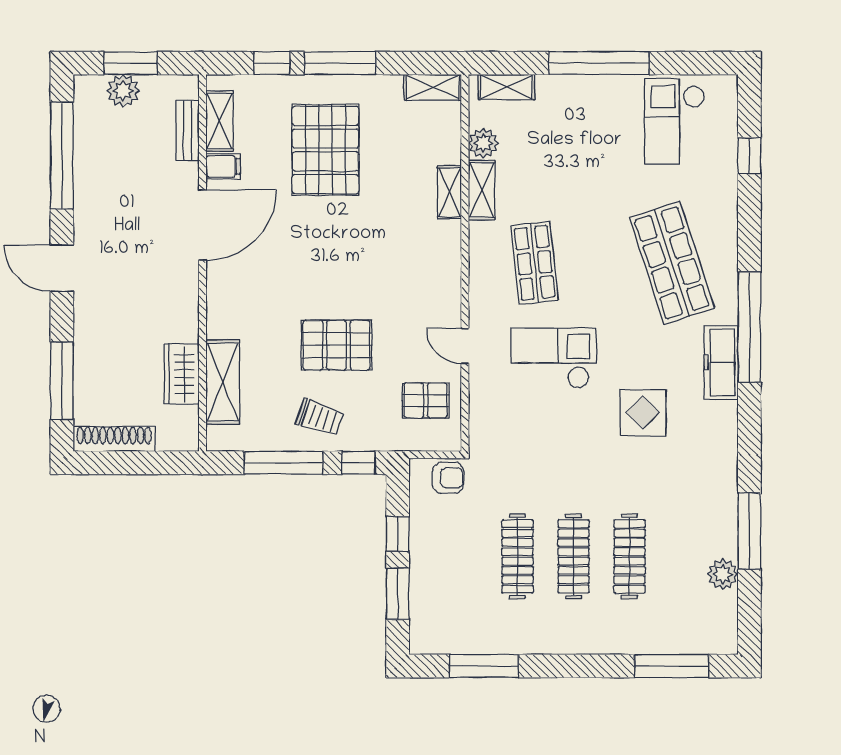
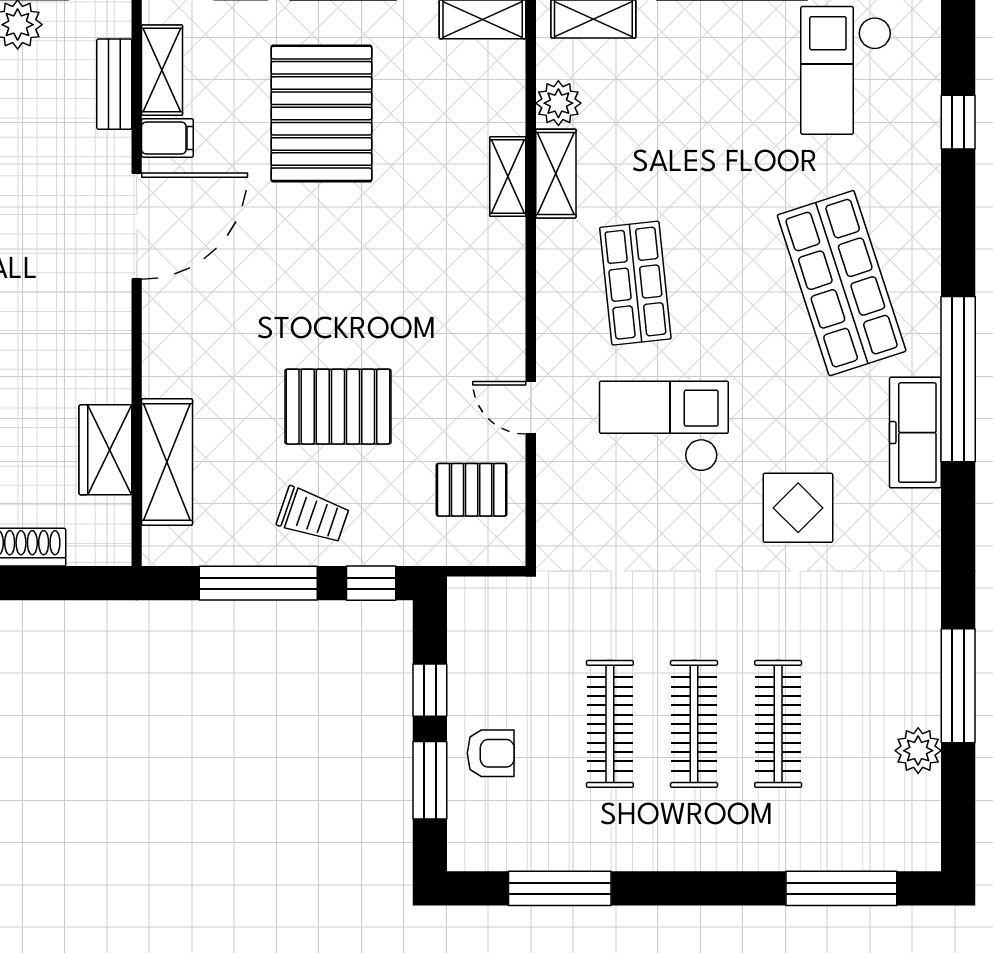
armchair: (448, 478) -> (491, 753), moved

